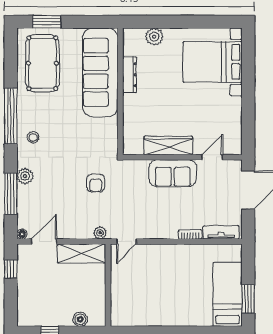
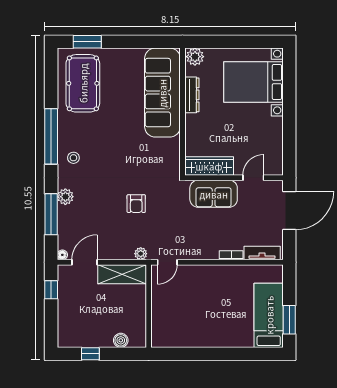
sofa: (100, 72) -> (162, 93), moved
dresser: (130, 75) -> (192, 95), moved
wall: (120, 91) -> (182, 112), moved

